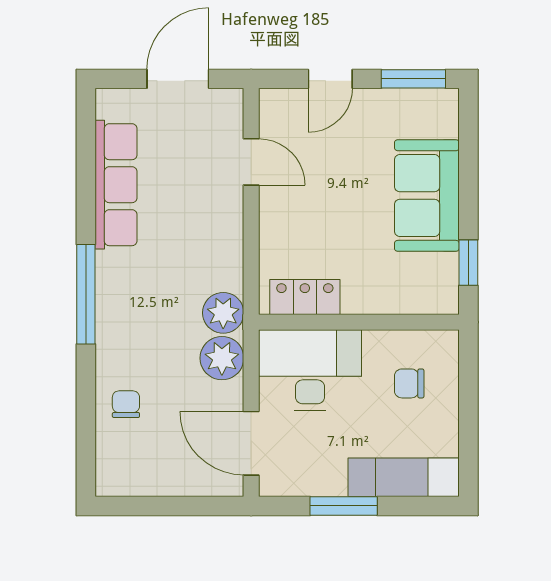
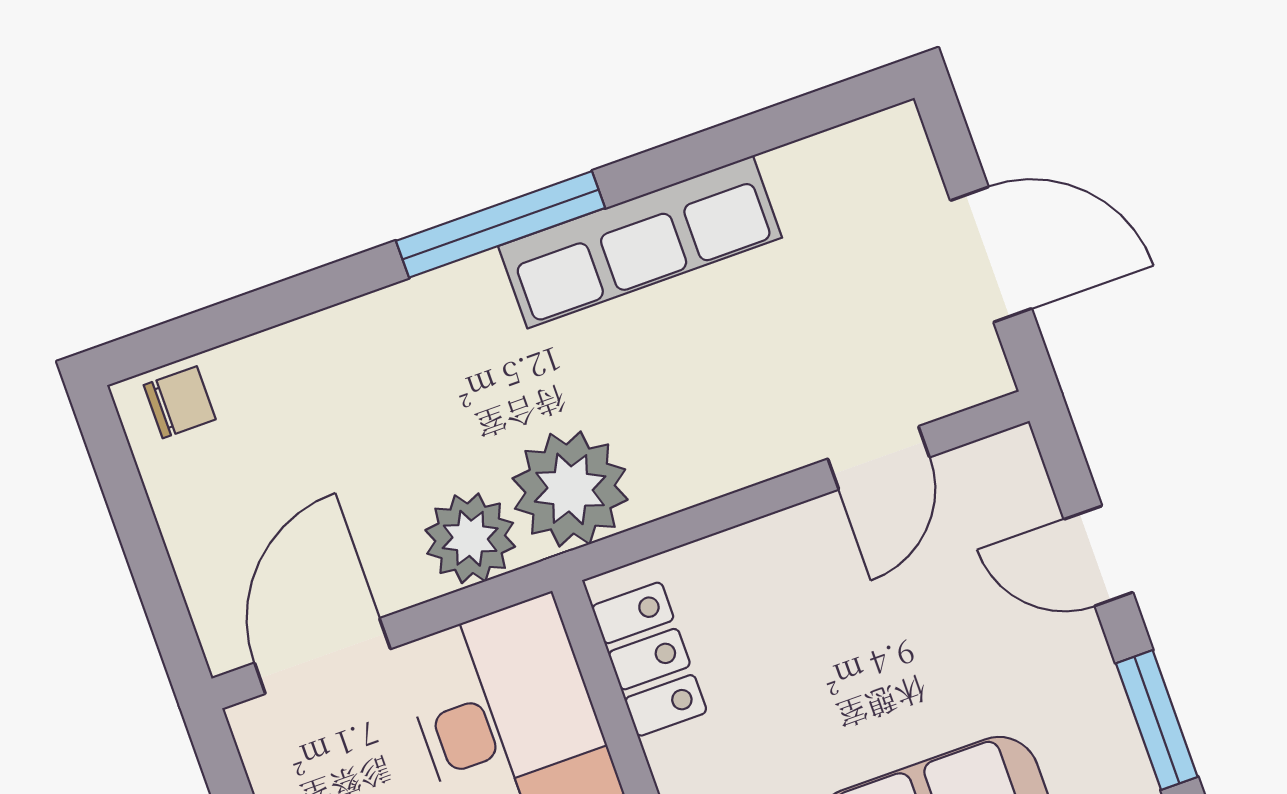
row of seats: (116, 185) -> (640, 242), moved
plant: (223, 313) -> (570, 489), width x1.36, depth x1.36
chair: (126, 404) -> (180, 402), moved

